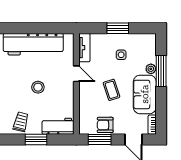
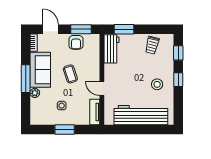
window: (161, 71) -> (26, 79), moved
stool: (38, 87) -> (157, 84), moved
armchair: (105, 125) -> (76, 42), turned 90
workbench: (58, 126) -> (112, 49), moved, turned -90
window: (36, 139) -> (124, 29), moved

